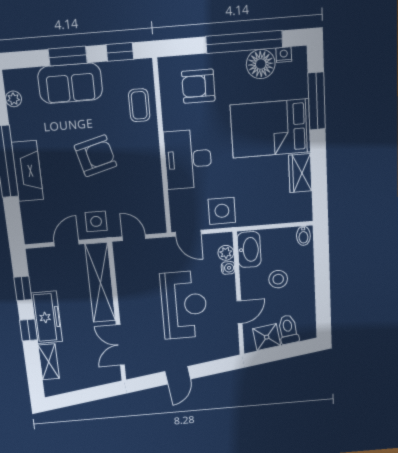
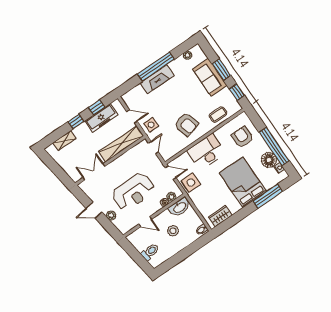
armchair: (96, 156) -> (186, 124), moved
wardrobe: (300, 173) -> (220, 216), moved
door: (188, 233) -> (171, 173), swing flipped
freezer: (47, 317) -> (101, 118), moved
shower: (267, 337) -> (140, 243), removed
plant: (200, 356) -> (111, 216), added

